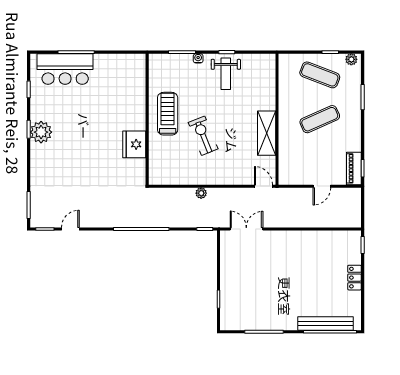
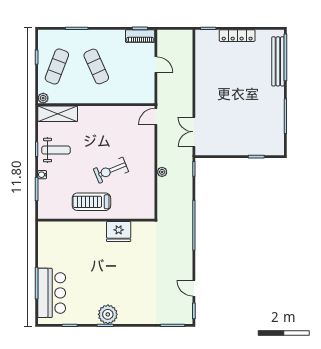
plant: (351, 59) -> (43, 98), moved
shelving: (267, 133) -> (58, 114), moved
locker: (355, 278) -> (237, 36), width x1.53

